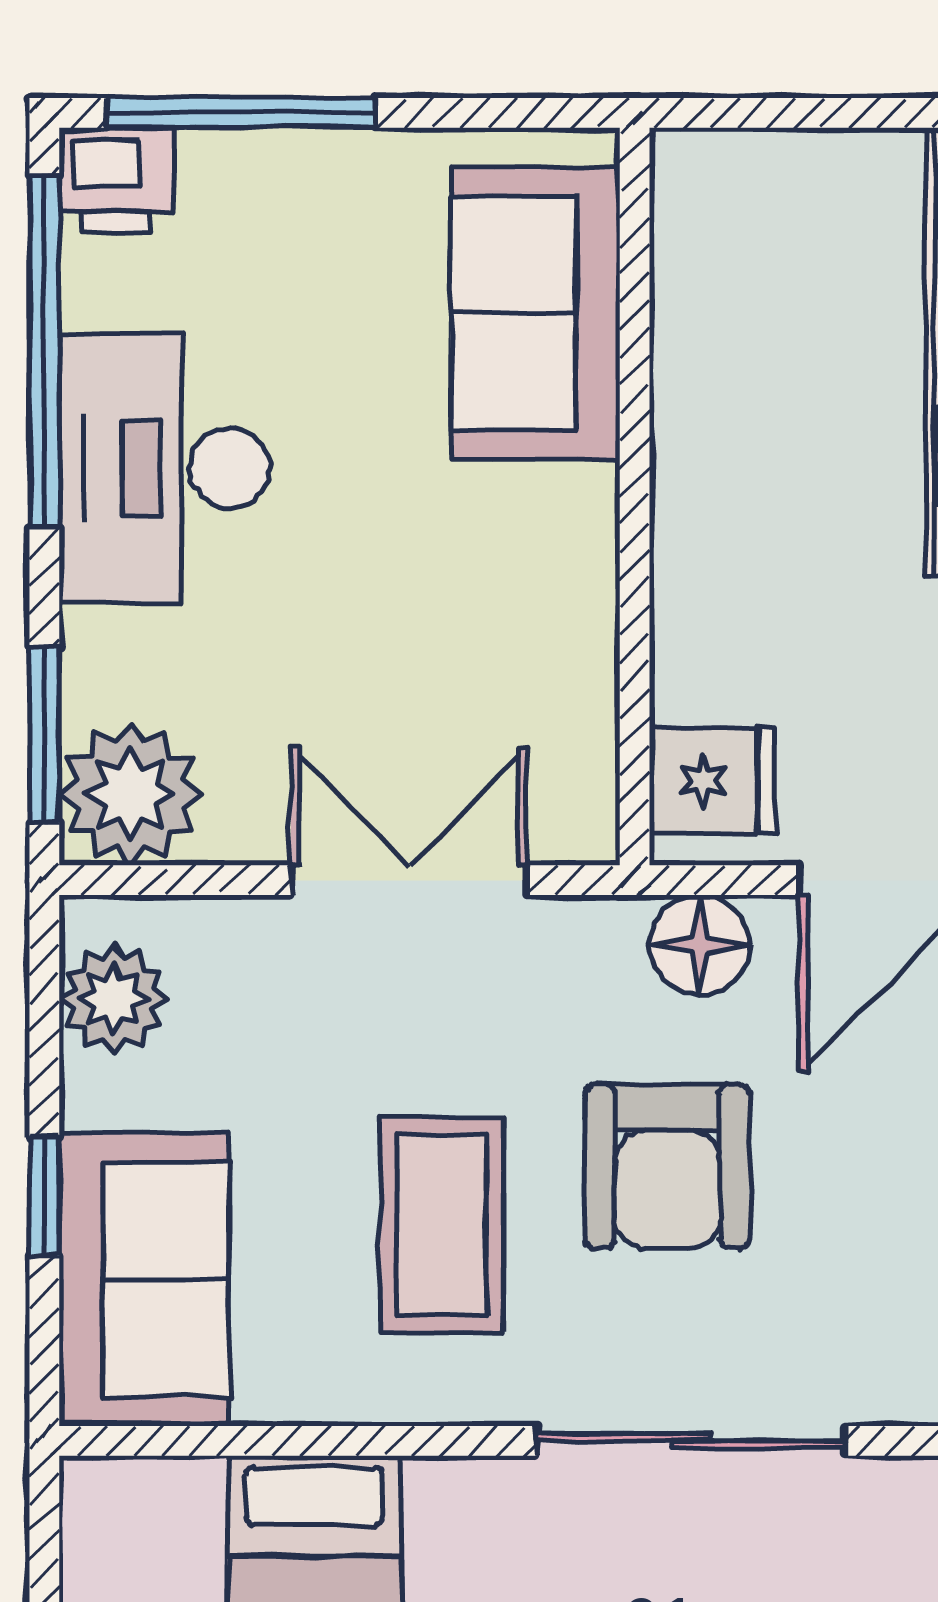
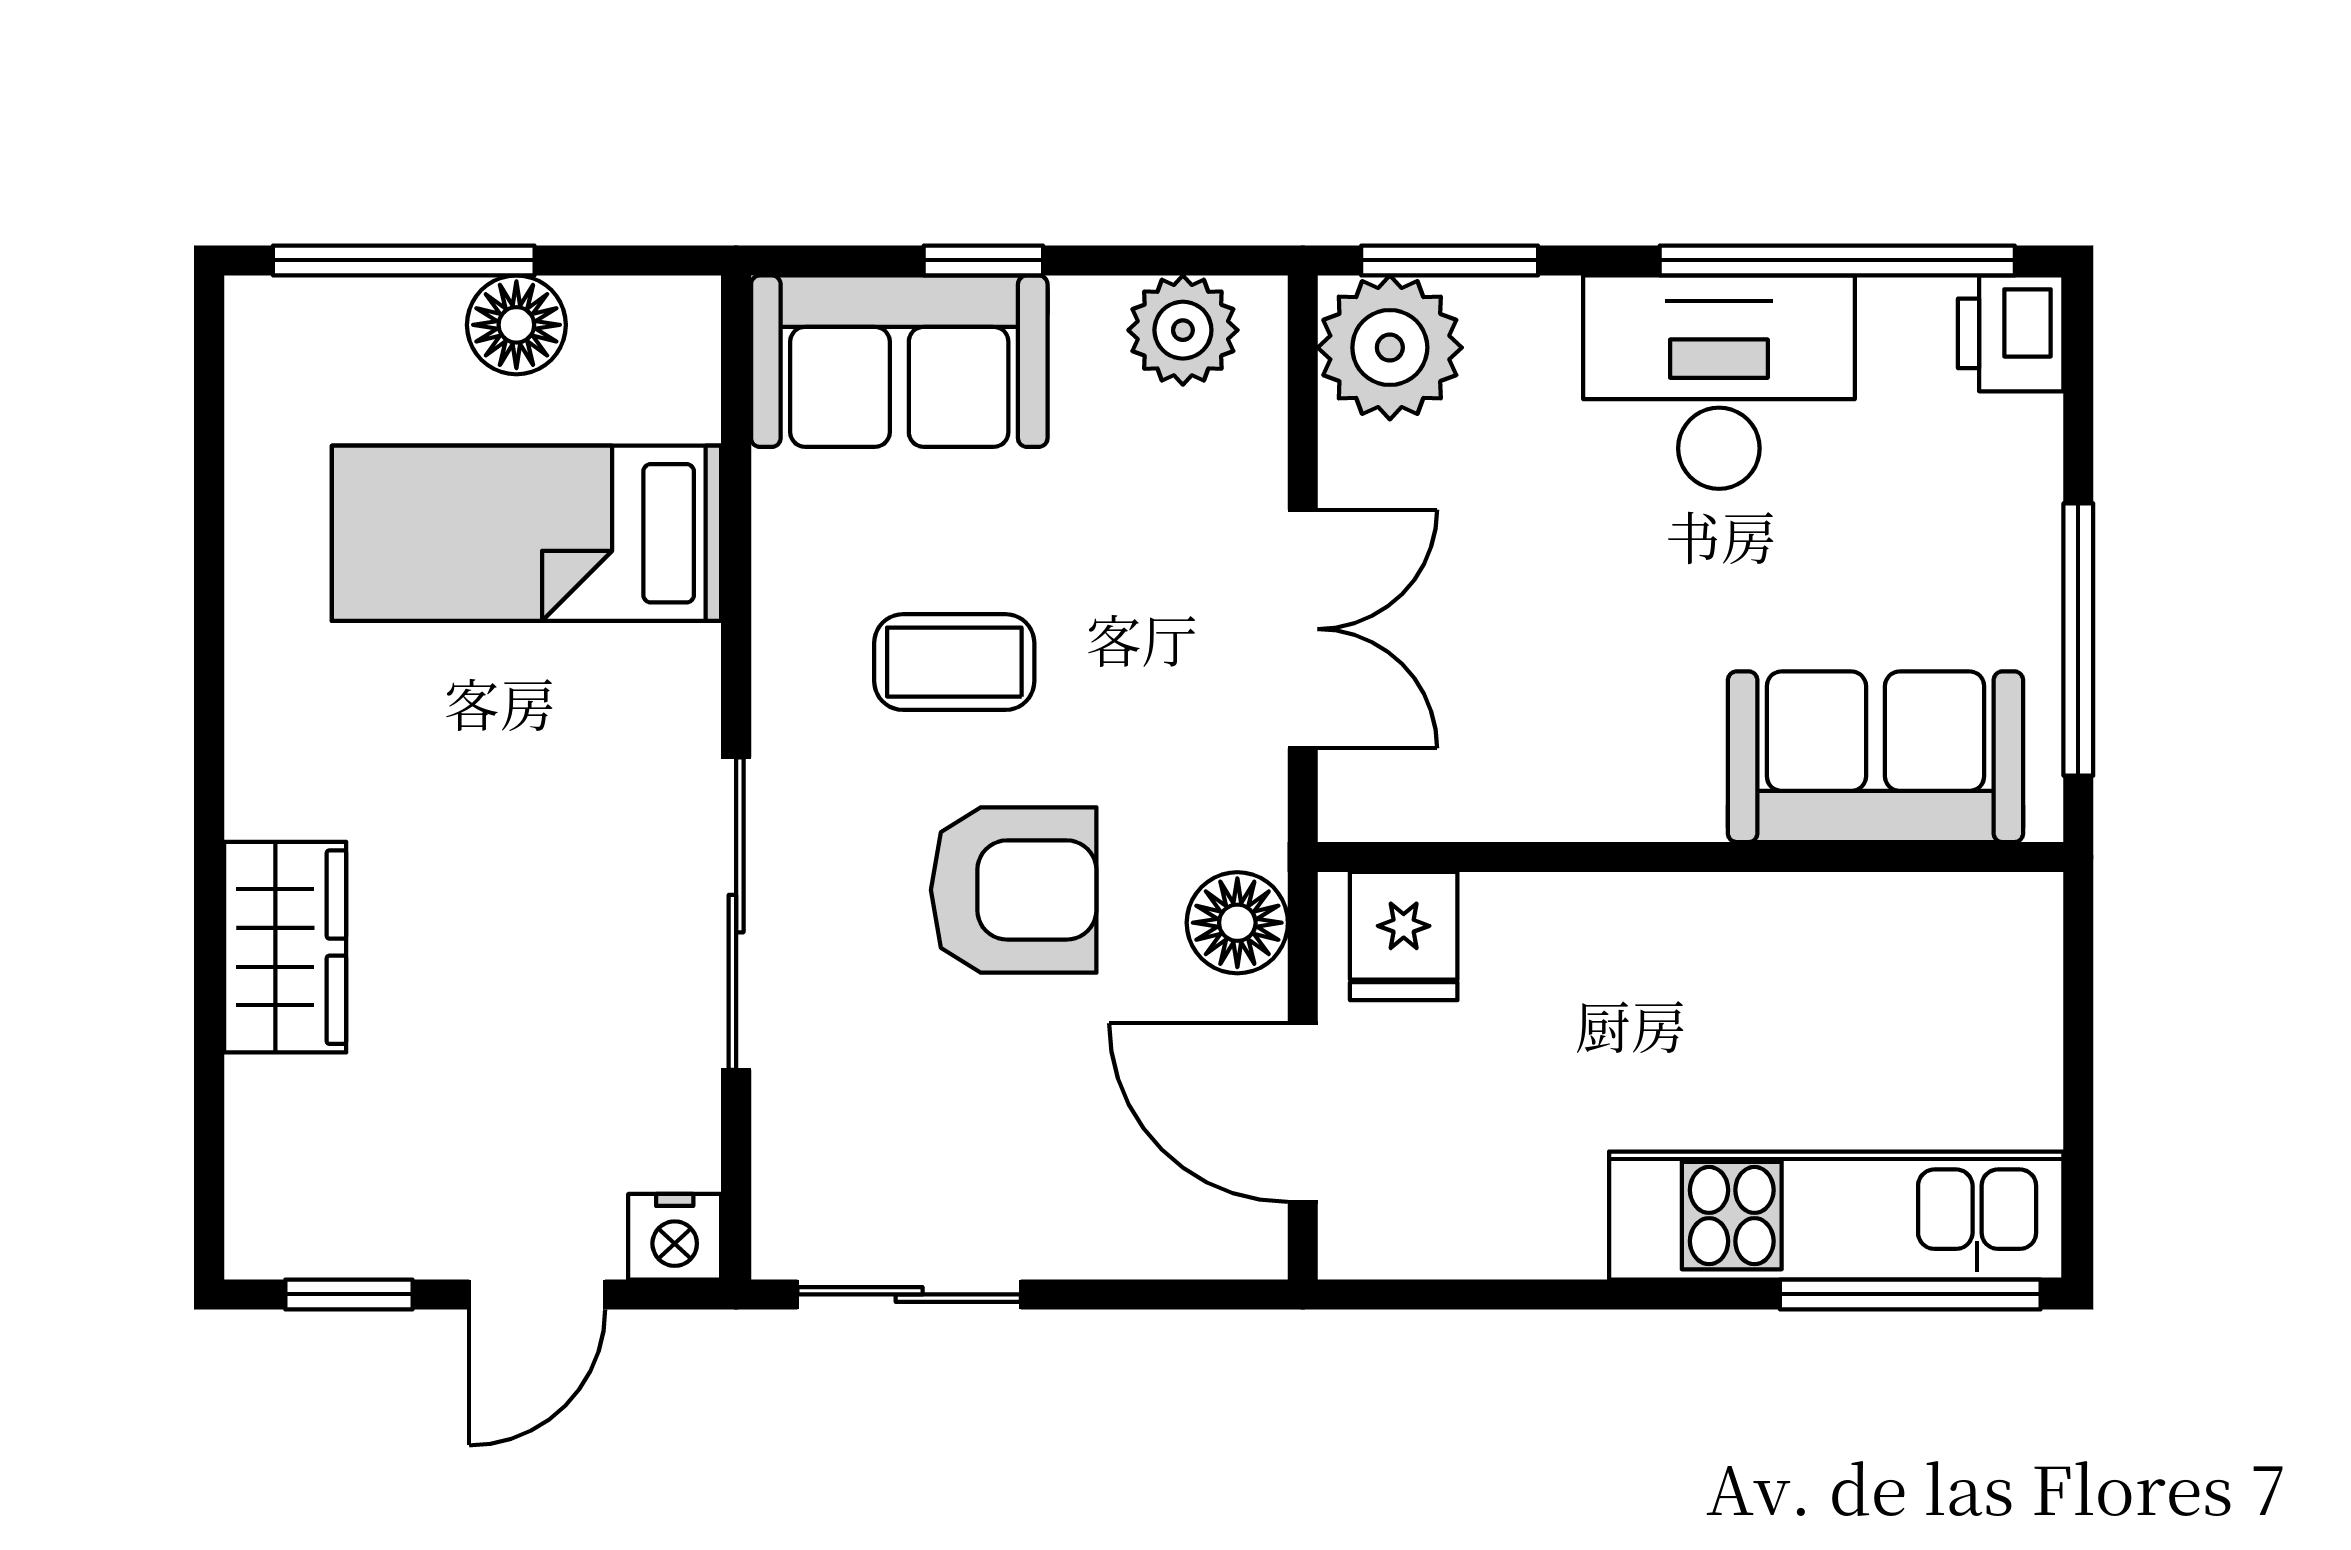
window: (241, 113) -> (2078, 640), moved
armchair: (667, 1166) -> (1014, 890), turned 180
coffee table: (442, 1225) -> (954, 662), width x0.73, depth x0.77

